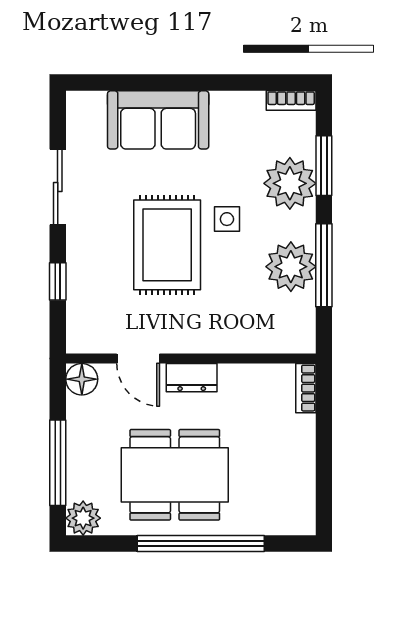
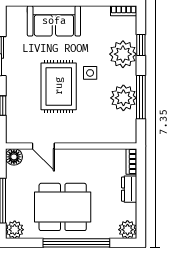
window: (324, 166) -> (141, 45), width x0.67
dresser: (192, 378) -> (129, 189), moved, turned 90
plant: (298, 518) -> (127, 230), added

